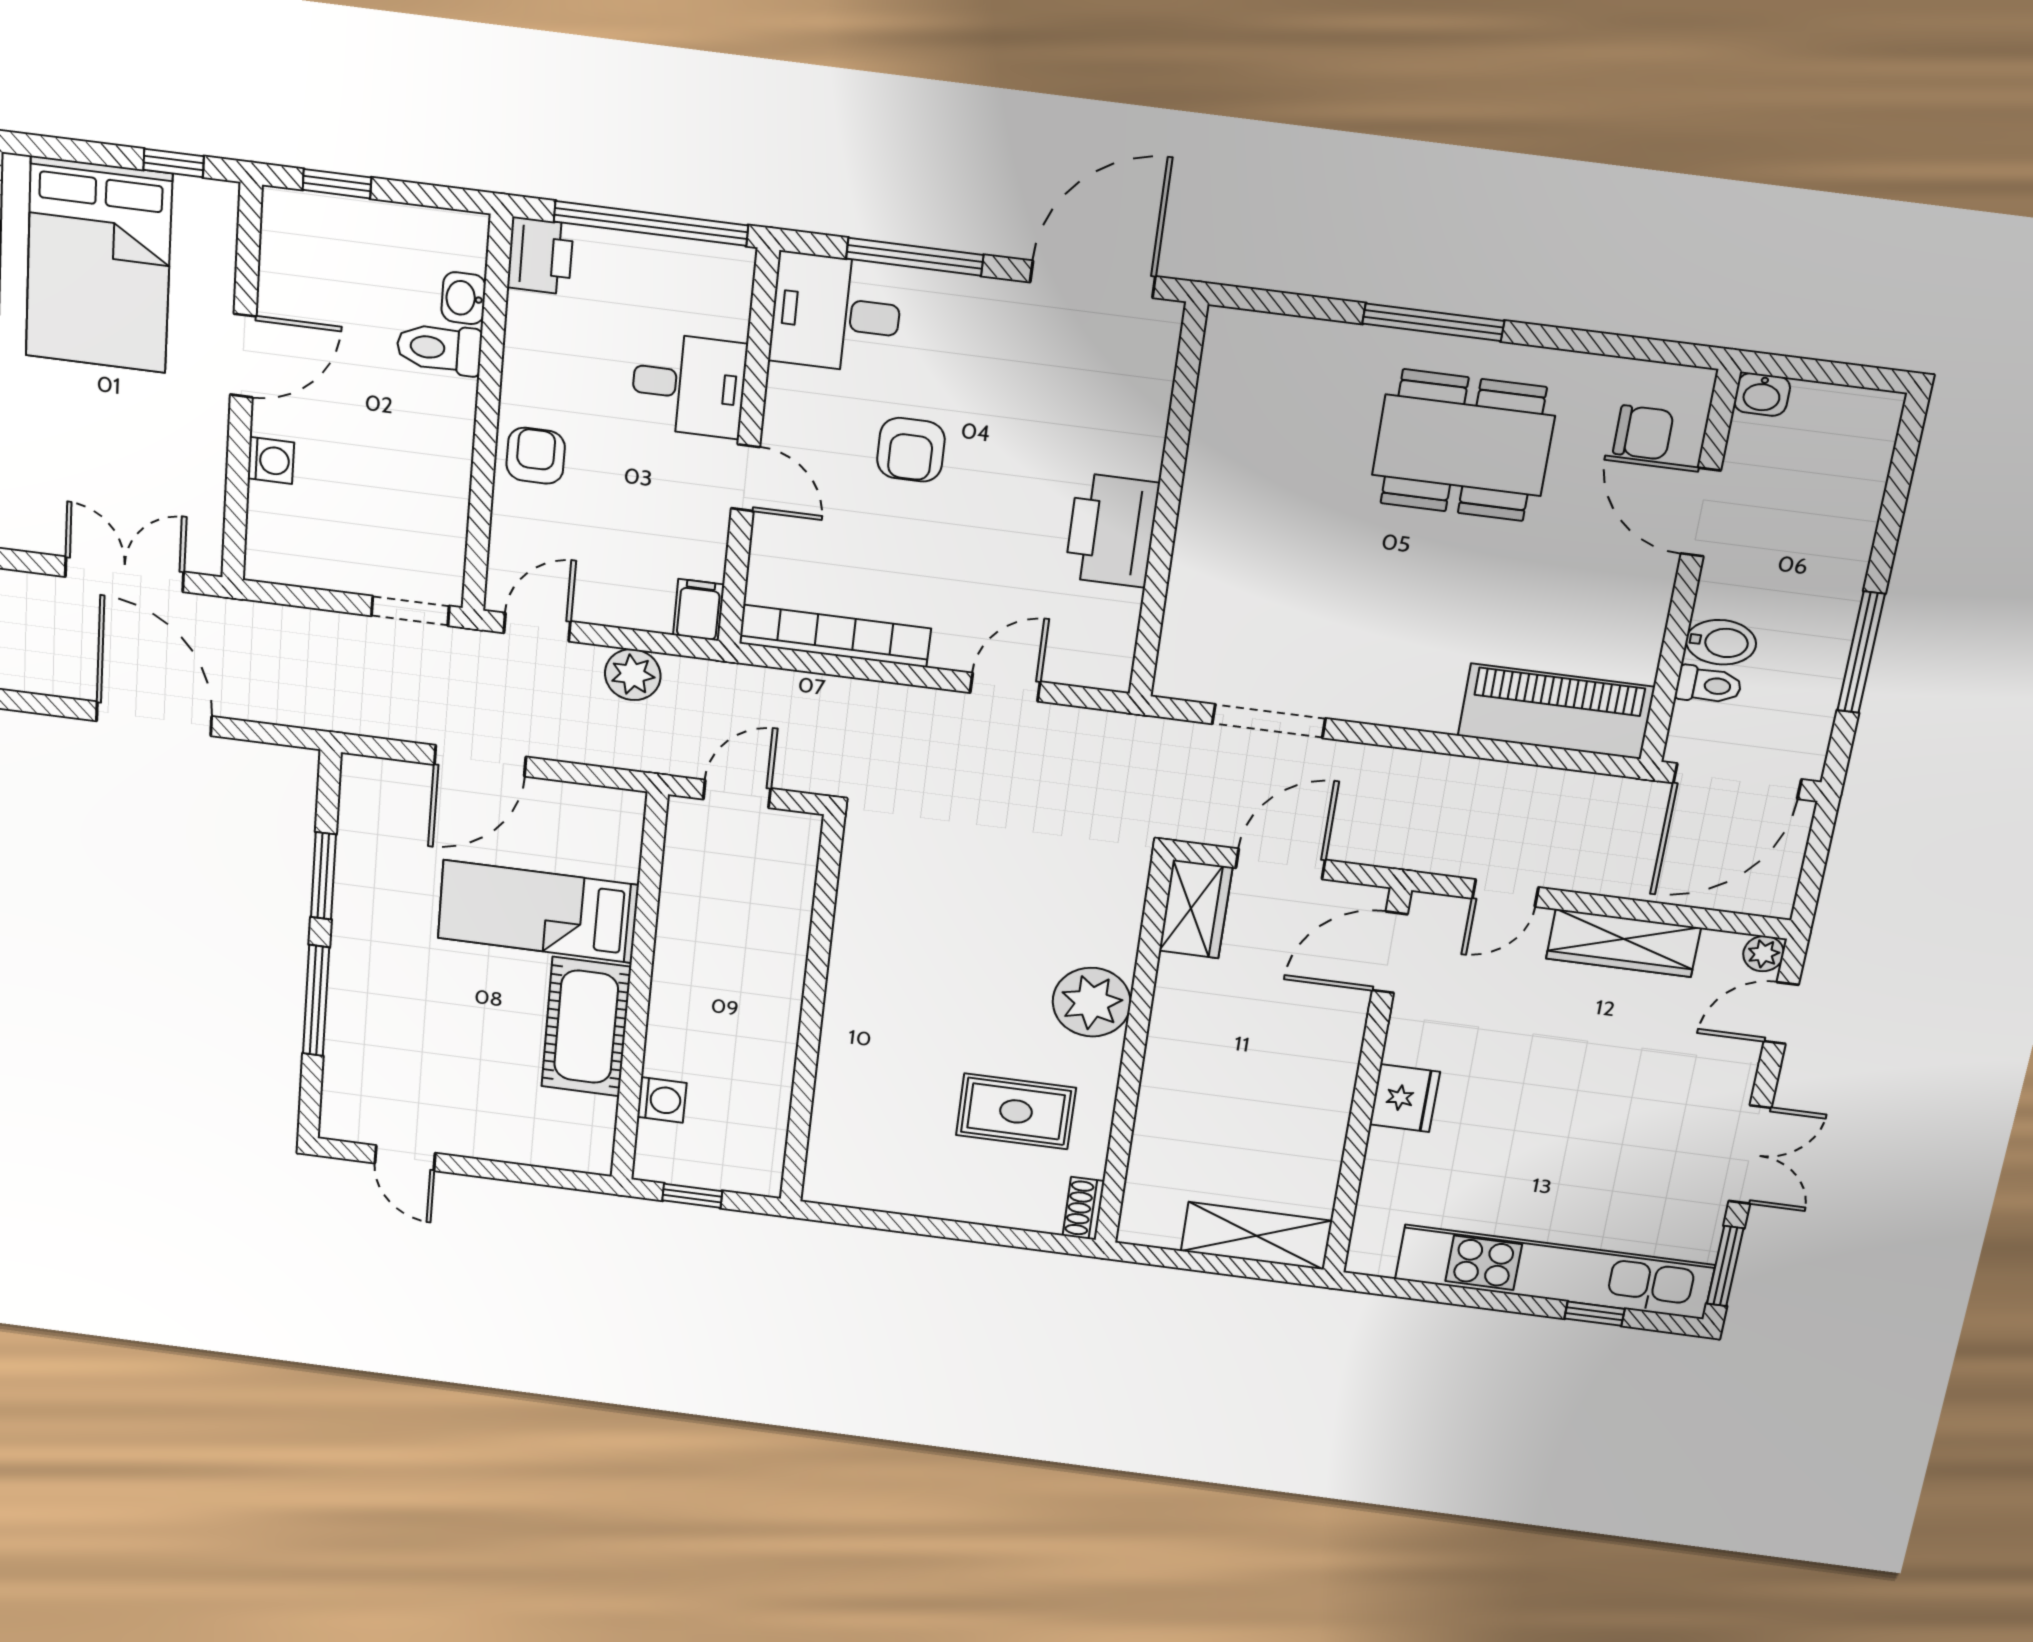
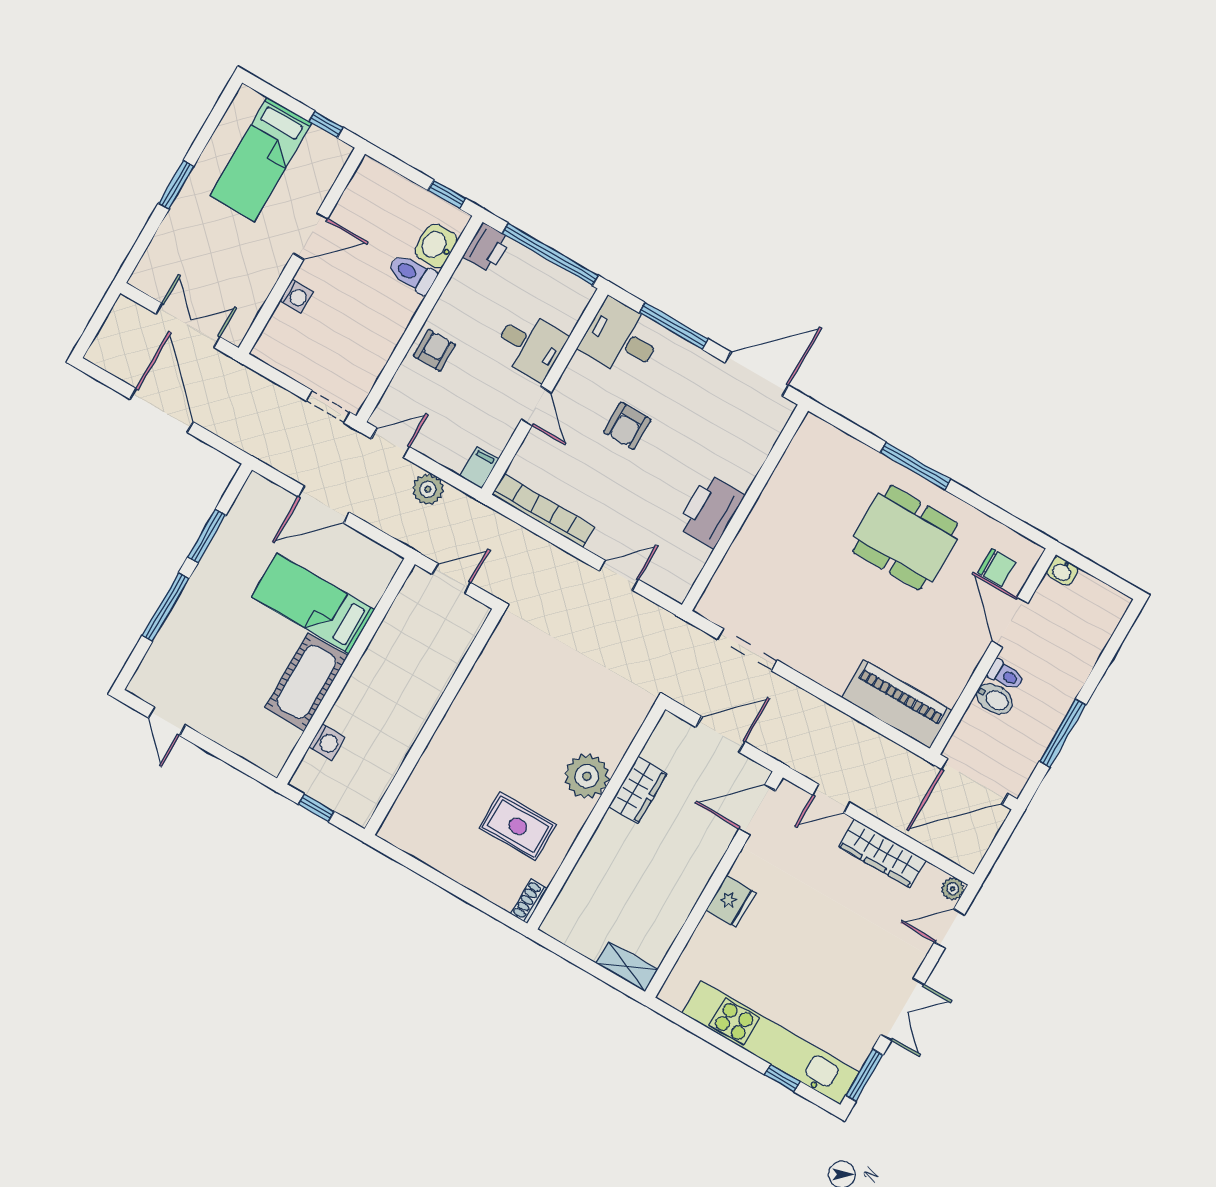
window: (337, 184) -> (447, 194), moved
bed: (99, 265) -> (261, 159), width x0.67
washbasin: (464, 298) -> (436, 246), width x1.38, depth x1.45
toilet: (1709, 685) -> (1006, 675), moved
wardrobe: (1196, 909) -> (638, 790), moved
shelving: (1256, 1236) -> (627, 967), width x0.67, depth x0.75

